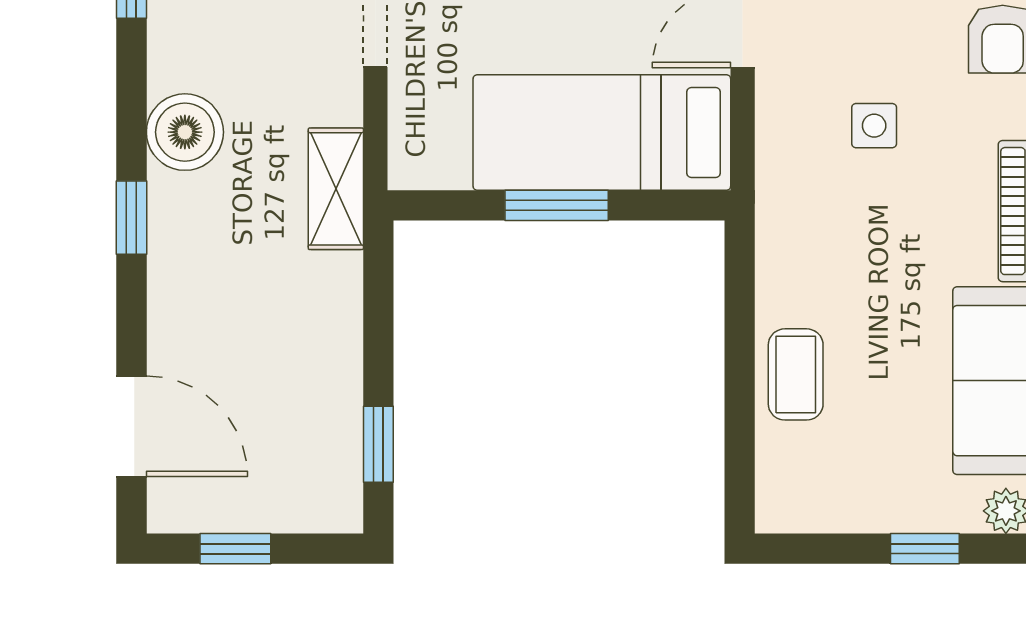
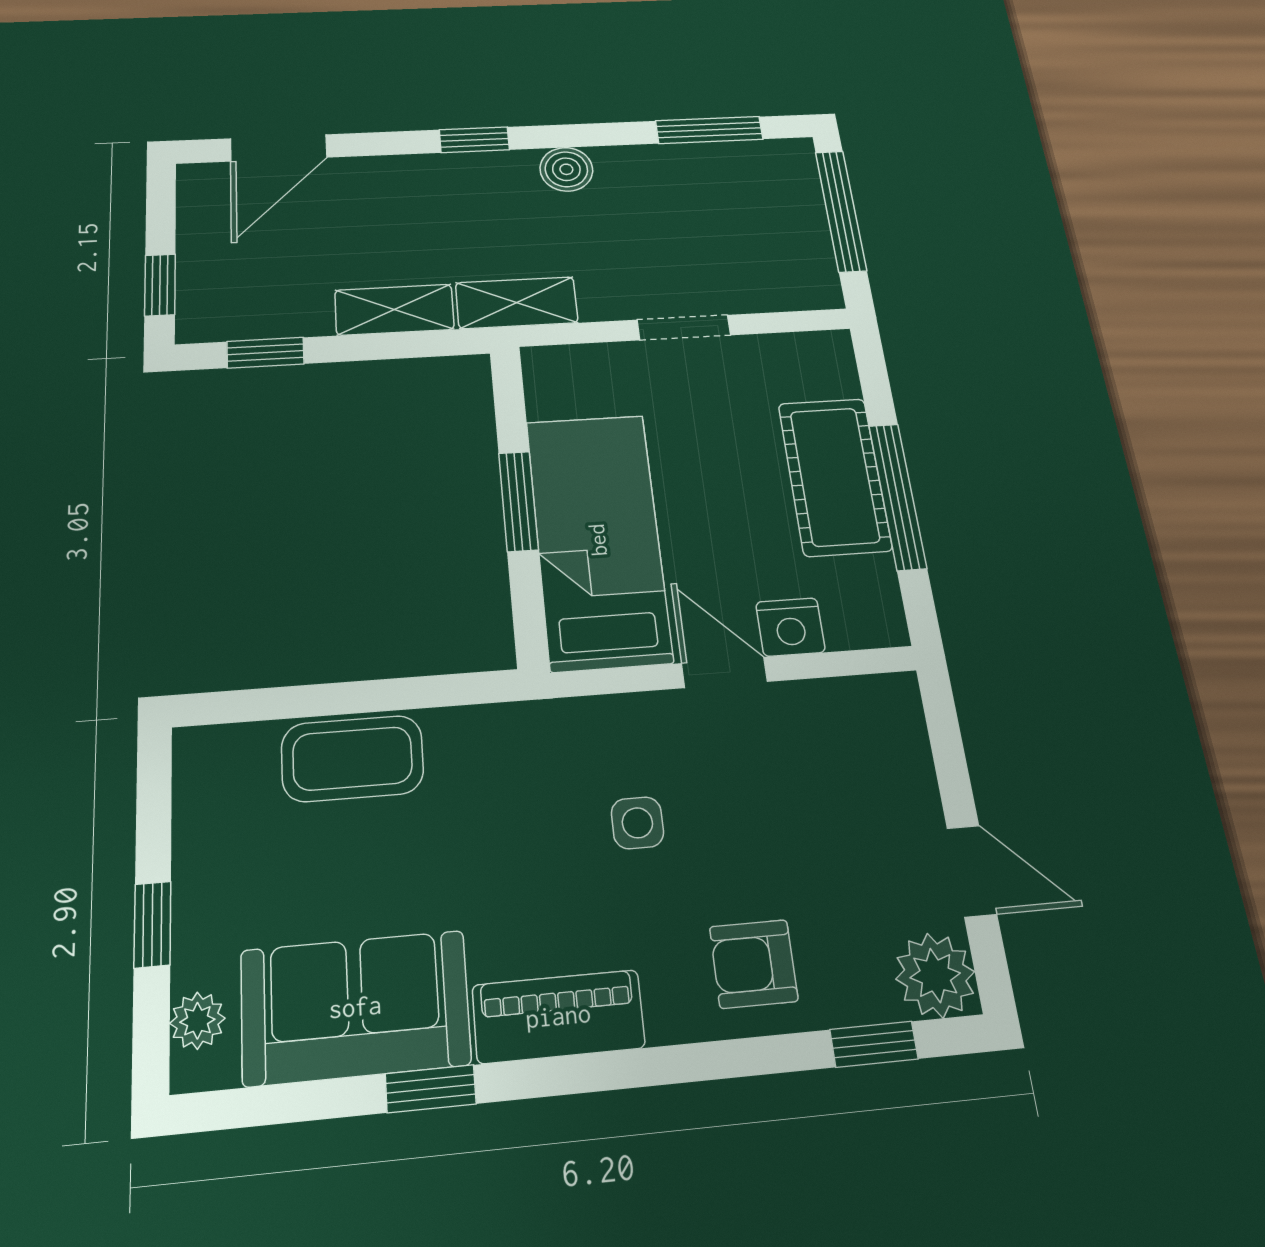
boiler: (185, 132) -> (566, 169), width x0.73, depth x0.73
shelving: (337, 314) -> (394, 310), added
coffee table: (796, 374) -> (352, 758), width x1.36, depth x1.30
window: (235, 549) -> (160, 285), moved

